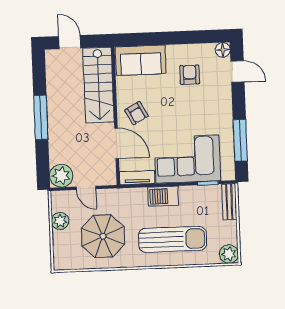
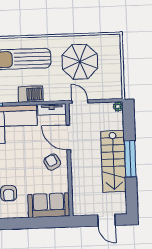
stairs: (99, 85) -> (113, 161), moved, turned 180
plant: (61, 176) -> (118, 107), width x0.53, depth x0.53
door: (86, 188) -> (80, 102), moved
plant: (60, 221) -> (115, 74), removed

